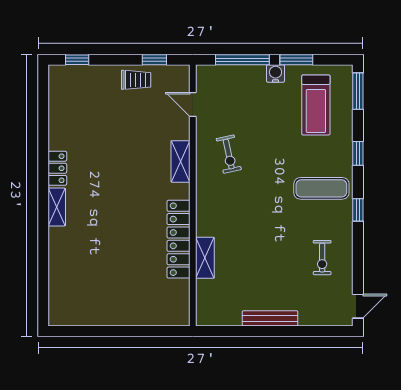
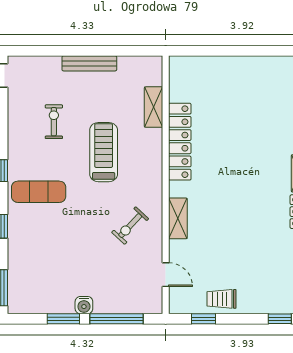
treadmill: (316, 105) -> (104, 152), moved
exercise bike: (229, 154) -> (130, 226), turned -125
shelving: (205, 258) -> (154, 107), moved
exercise bike: (322, 258) -> (54, 122), moved

